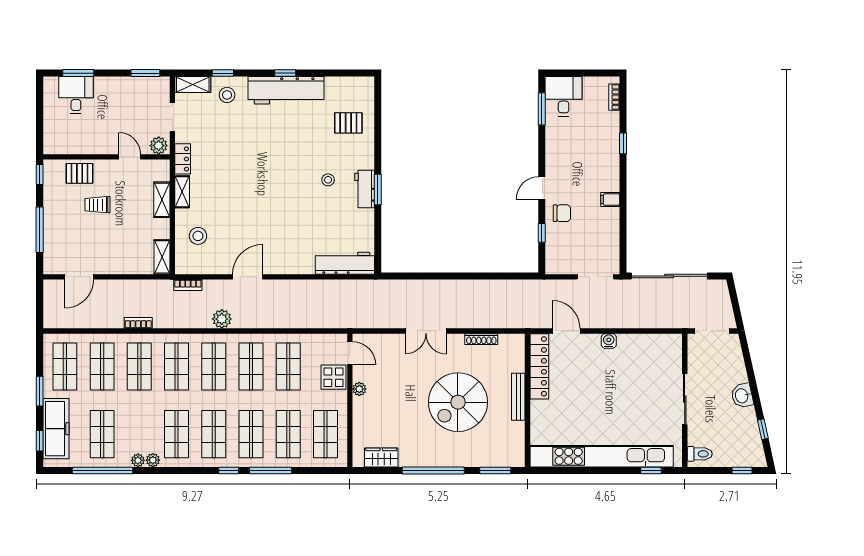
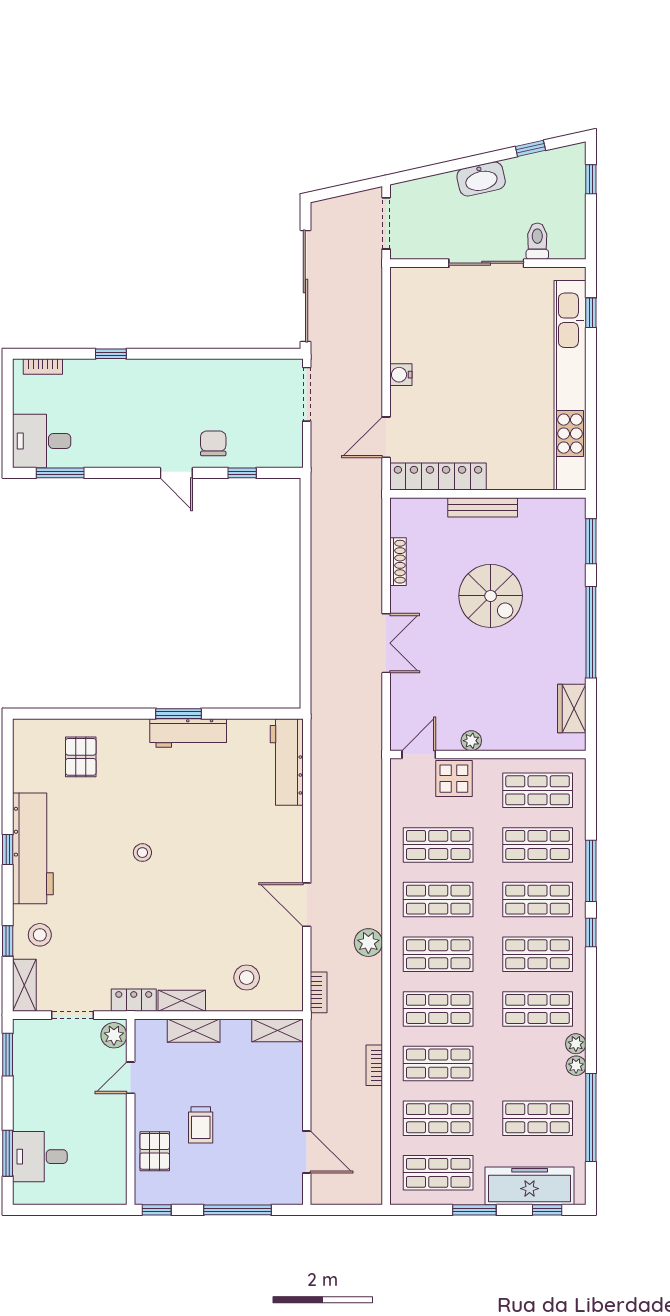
stool: (328, 180) -> (142, 853), moved
workbench: (365, 189) -> (188, 733), width x1.38
filing cabinet: (610, 200) -> (193, 373), removed
washbasin: (742, 396) -> (481, 179), width x1.38
spiral stairs: (458, 402) -> (491, 596), width x0.73, depth x0.73
toilet: (700, 454) -> (537, 241), moved

